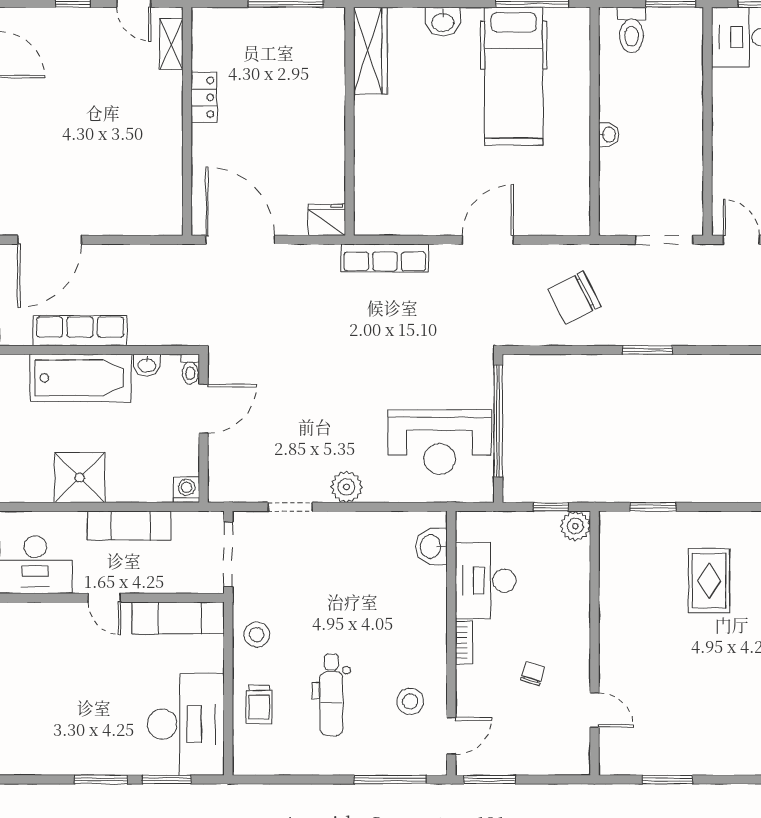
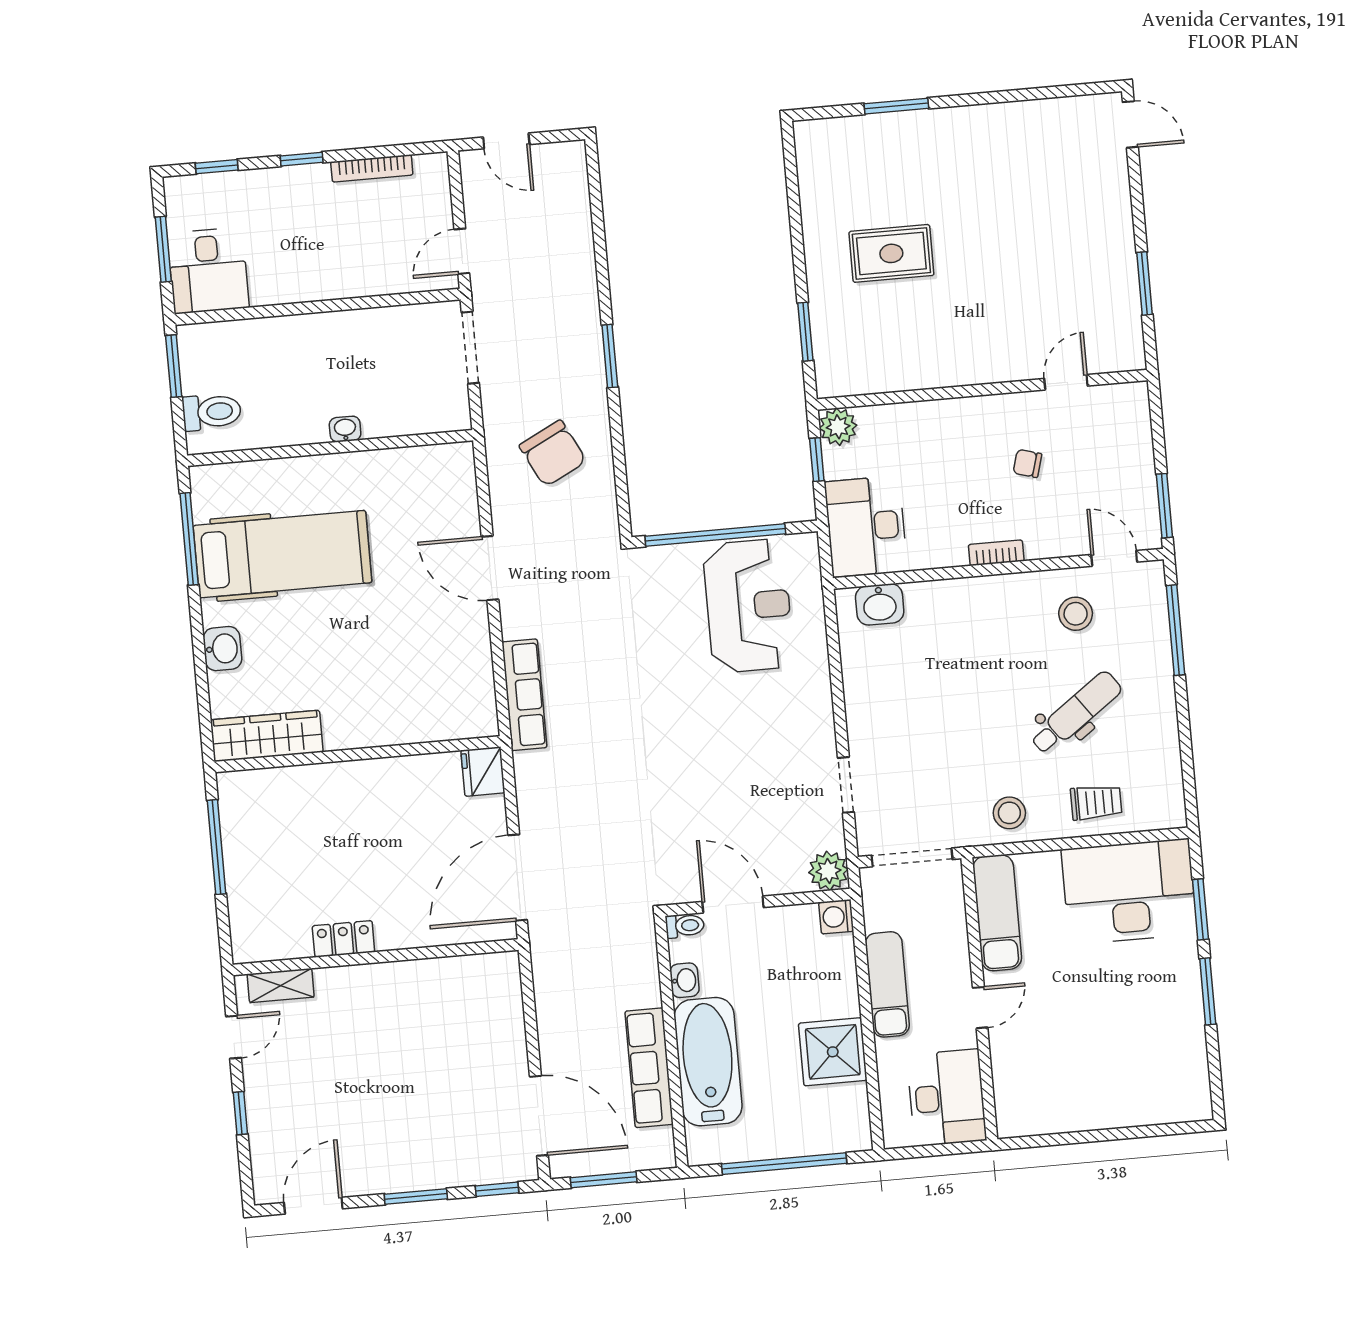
plant: (346, 487) -> (828, 871), moved
desk: (486, 581) -> (866, 526), moved, turned 90
dental chair: (331, 695) -> (1076, 713), turned -36

